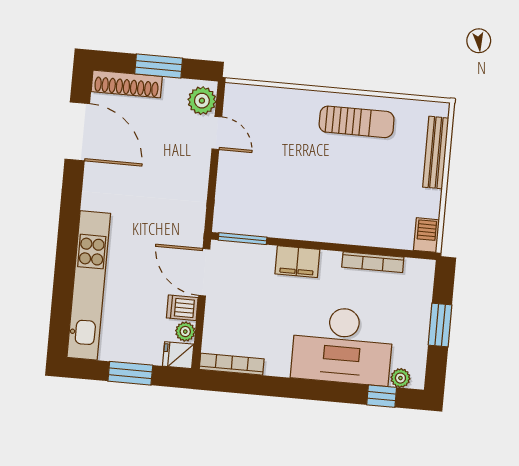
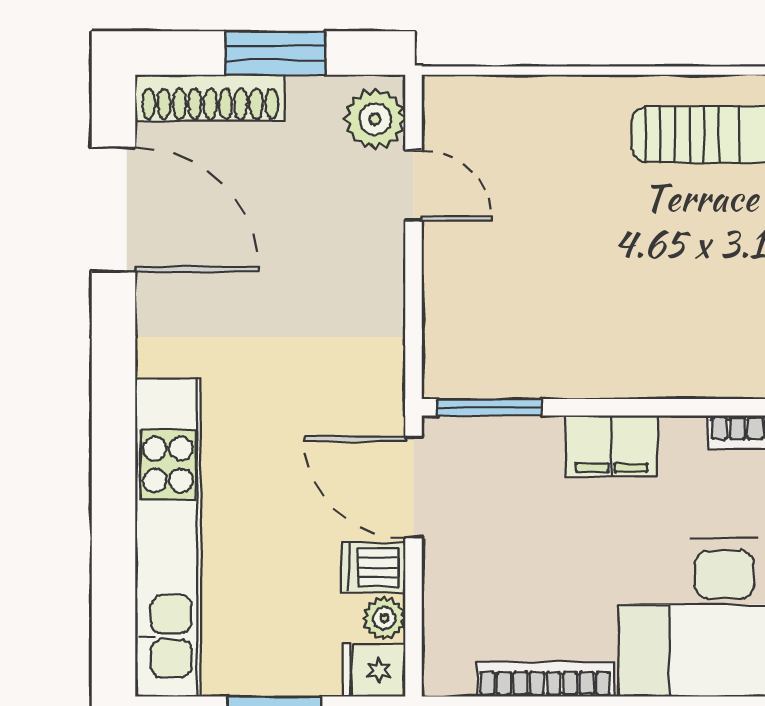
bookcase: (232, 364) -> (545, 679), moved

